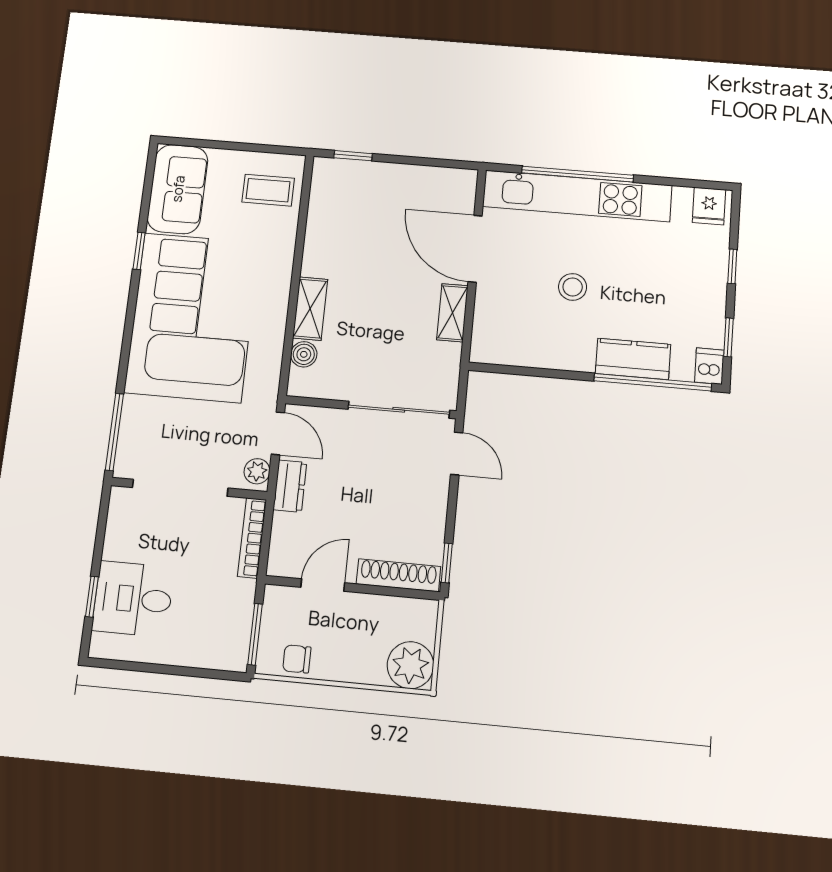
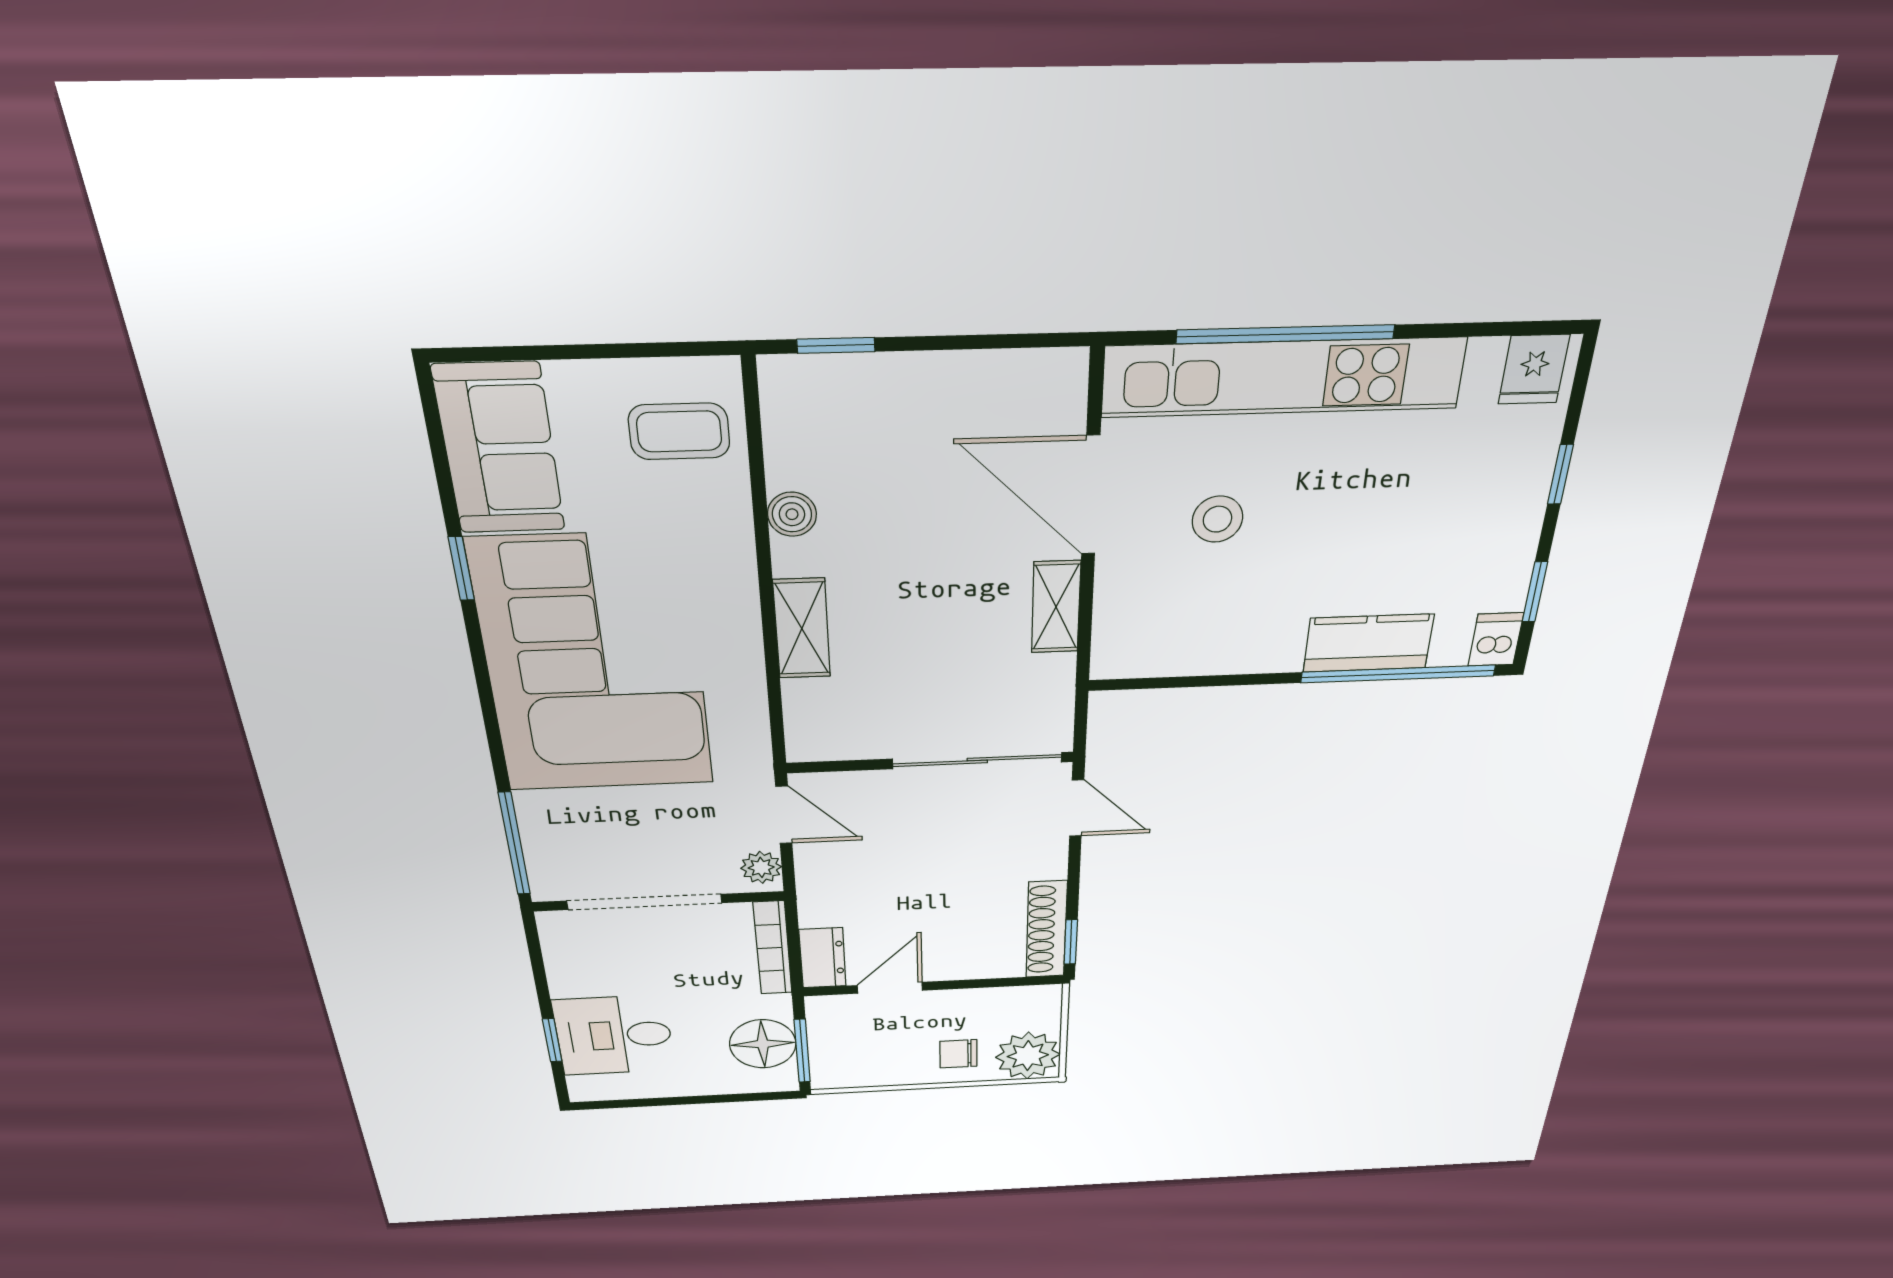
stool: (573, 287) -> (1217, 519), moved
boiler: (304, 354) -> (792, 514), moved
dresser: (290, 486) -> (823, 958), moved
shoe rack: (398, 575) -> (1046, 930), moved, turned -90
floor lamp: (230, 623) -> (763, 1044), added
chair: (297, 659) -> (958, 1054), moved

